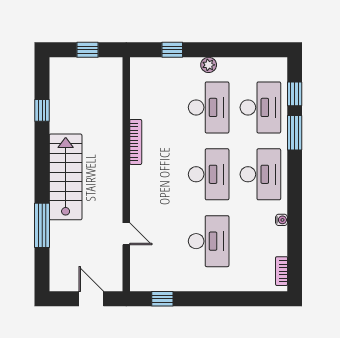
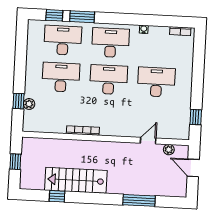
plant: (209, 65) -> (29, 104), moved
stairs: (66, 177) -> (76, 180), moved
plant: (115, 263) -> (169, 150), added
door: (91, 299) -> (193, 168), hinge flipped

